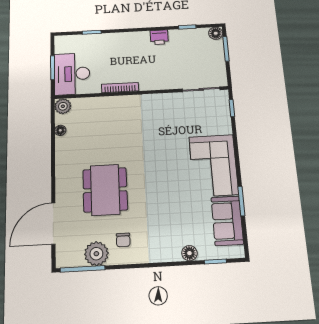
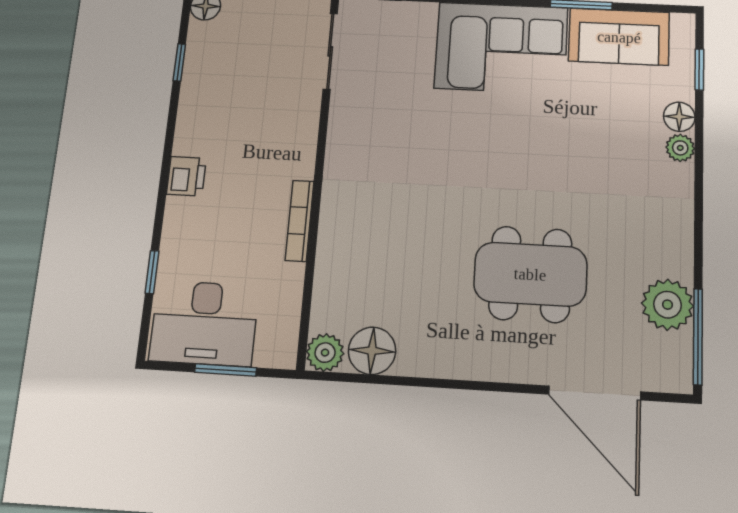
printer: (159, 37) -> (186, 176), moved
desk: (72, 74) -> (204, 323), moved
floor lamp: (60, 130) -> (372, 351), width x1.89, depth x1.89
chair: (123, 240) -> (643, 246), removed
plant: (174, 255) -> (680, 148), added

